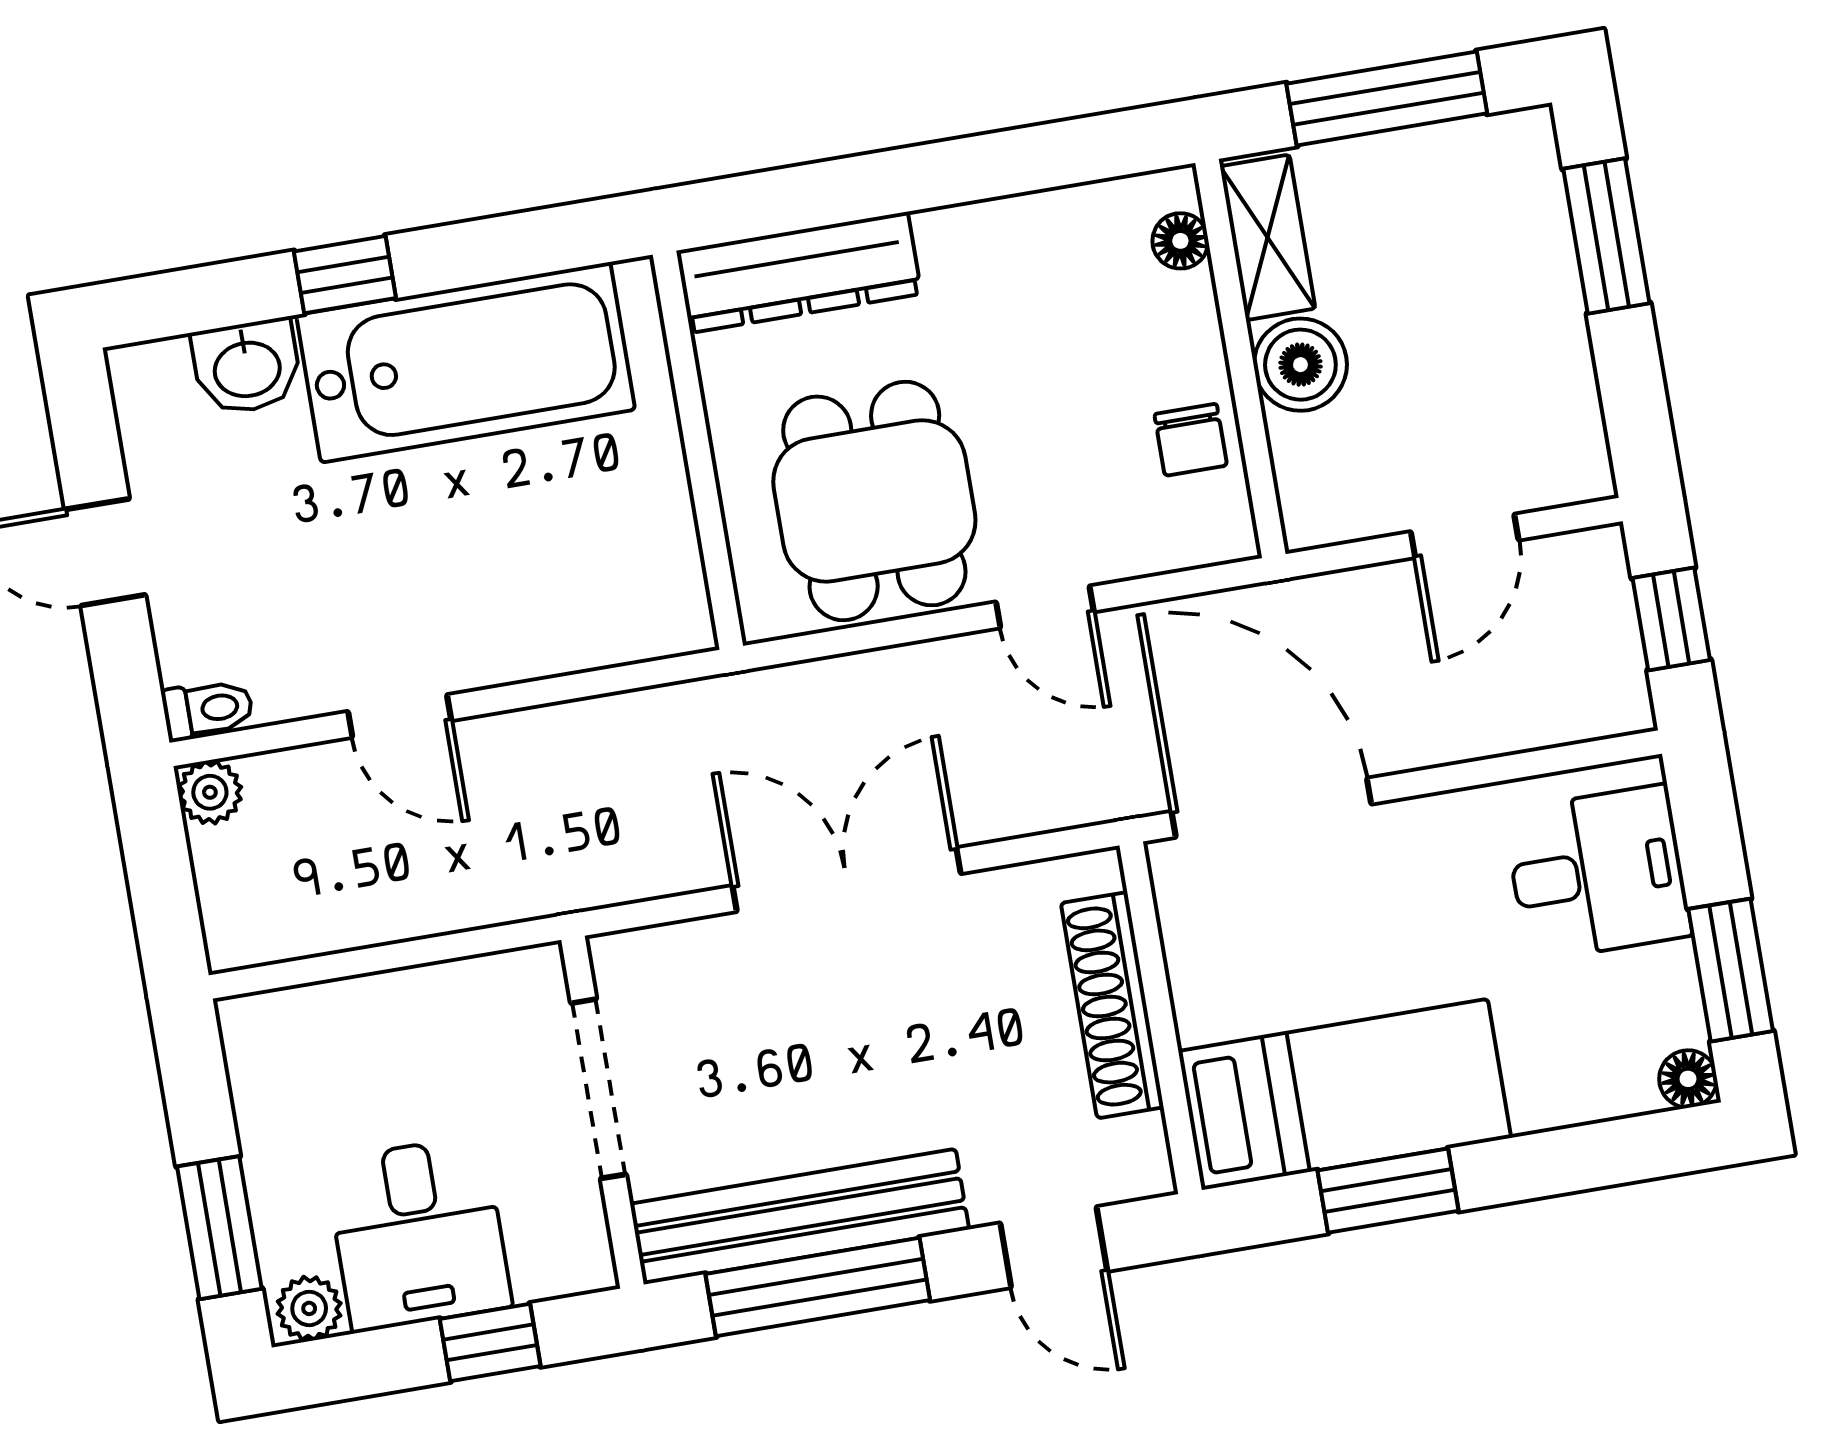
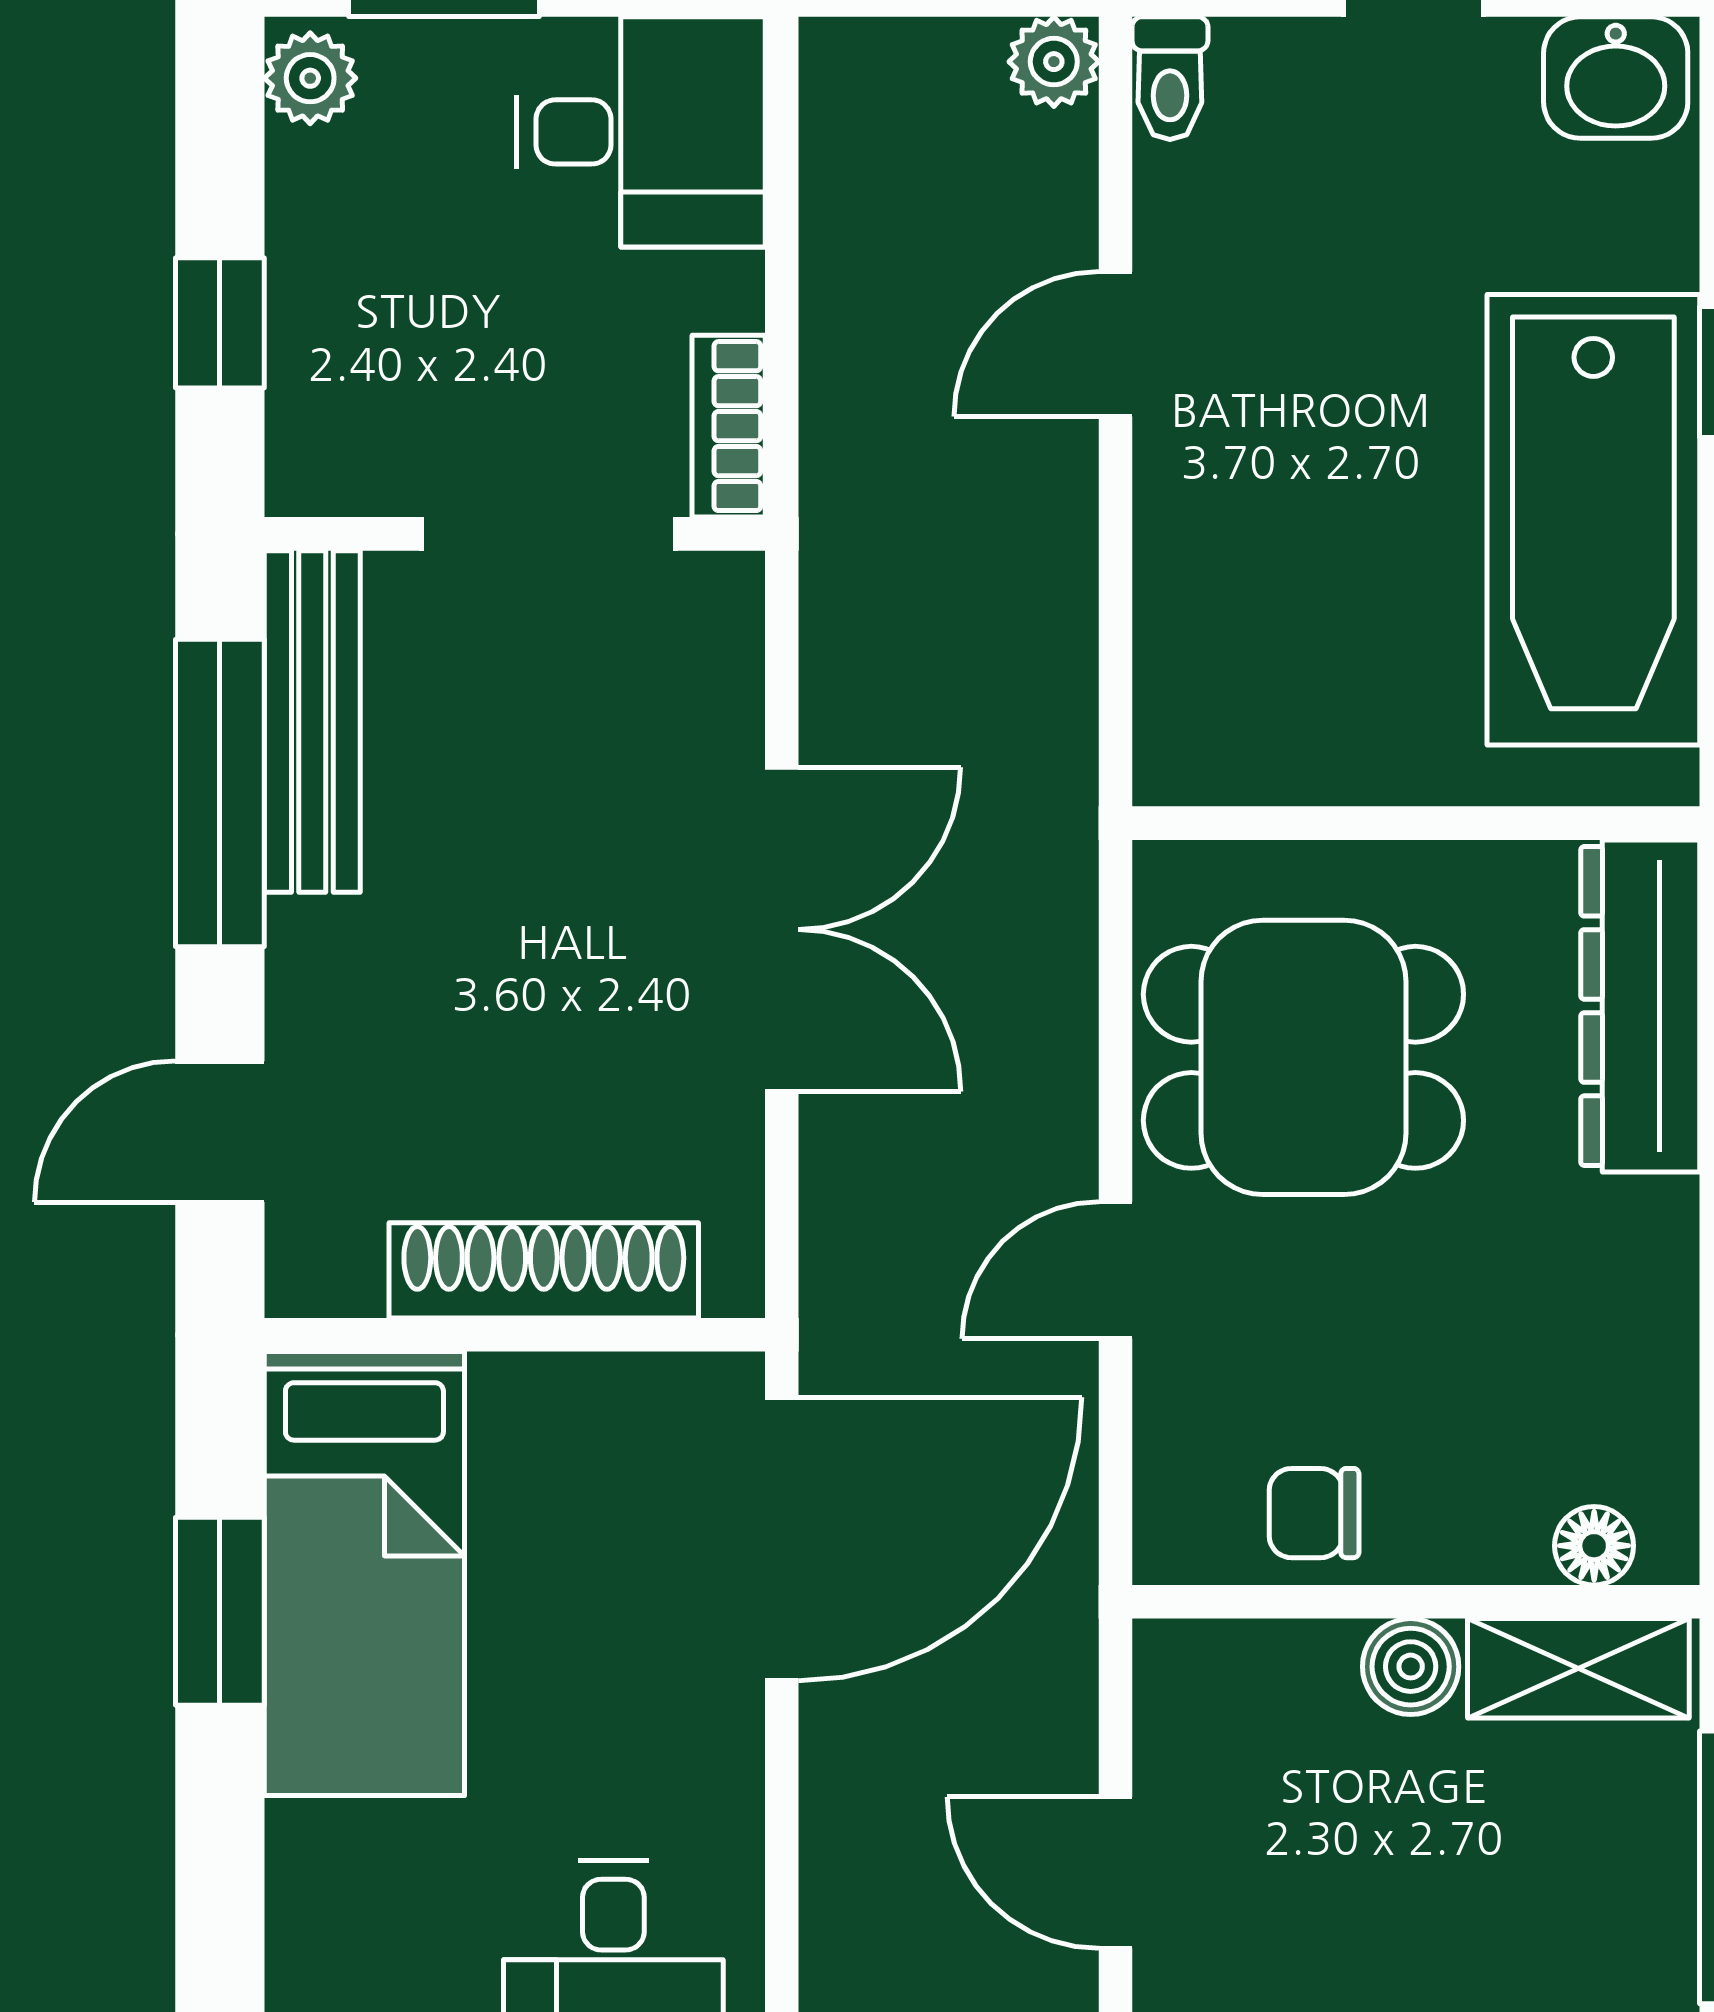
boiler: (1300, 365) -> (1411, 1667), width x0.73, depth x0.73
washbasin: (247, 367) -> (1616, 77), moved, turned -90
bookcase: (502, 976) -> (729, 426), added
bench: (800, 1217) -> (312, 721), width x0.73, depth x0.82
desk: (418, 1234) -> (641, 132), moved, turned 180

